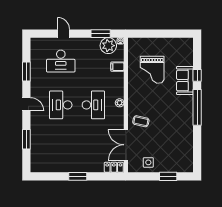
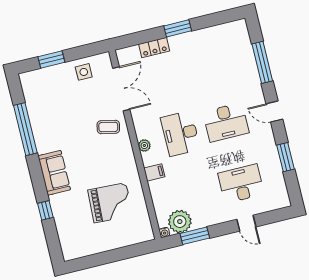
filing cabinet: (117, 67) -> (154, 172), moved
grand piano: (152, 70) -> (110, 203), turned 93
sofa: (185, 81) -> (54, 173), moved
desk: (61, 105) -> (226, 122), turned 90
window: (197, 107) -> (25, 129), moved
window: (26, 139) -> (262, 62), width x1.44
locker: (114, 167) -> (154, 48), moved

